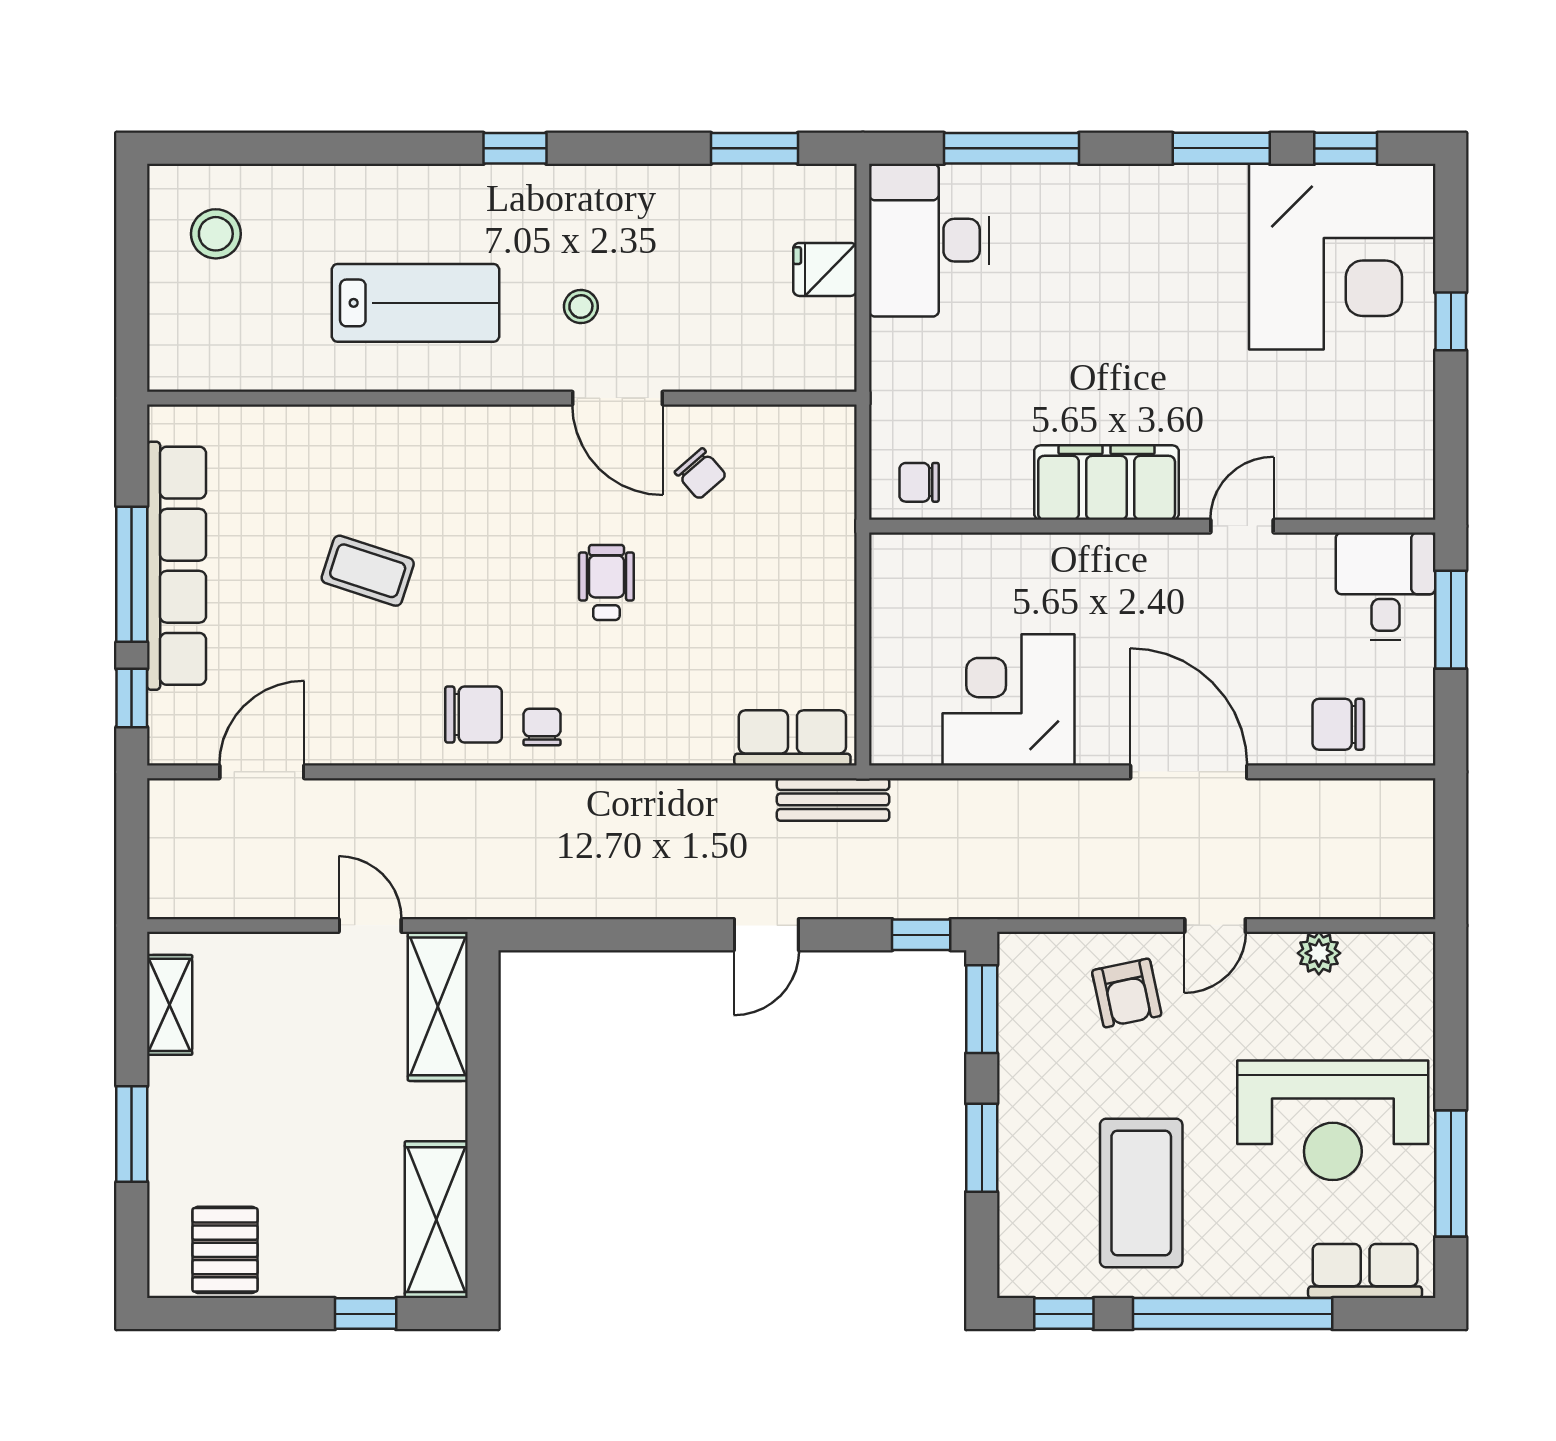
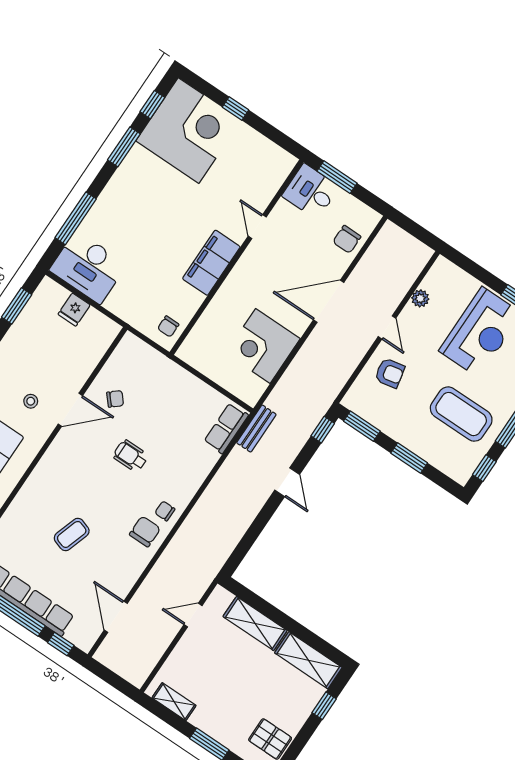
shelving: (438, 1006) -> (255, 623), moved

